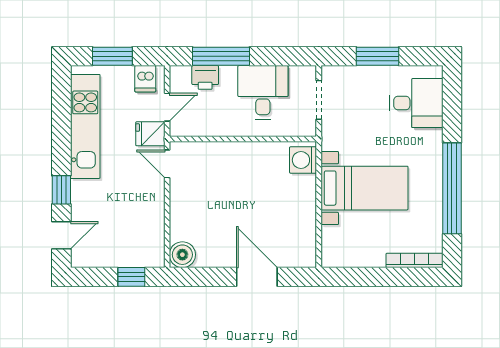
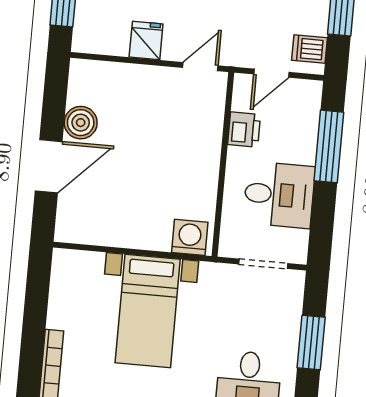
printer: (205, 77) -> (244, 130), moved, turned 180
door: (167, 107) -> (271, 73), hinge flipped
fridge: (150, 134) -> (146, 41), moved
boiler: (182, 255) -> (81, 123), moved

